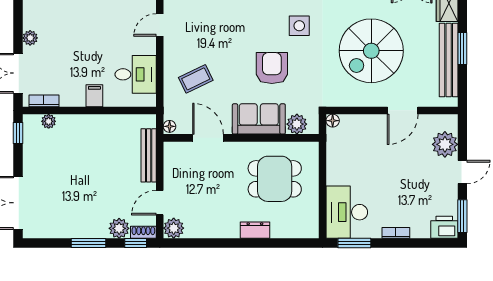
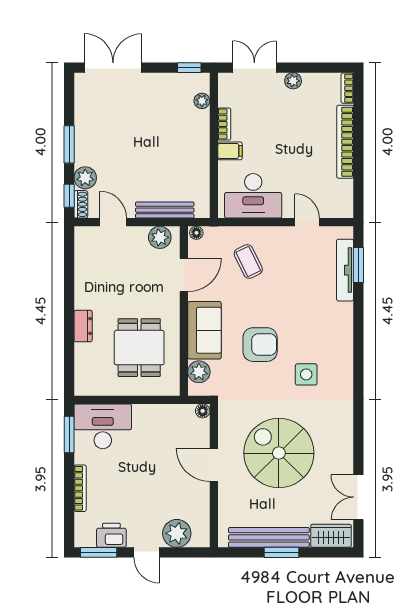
desk: (136, 74) -> (253, 196), width x1.37
bookcase: (44, 101) -> (224, 124), moved
door: (403, 110) -> (214, 465), moved
printer: (444, 227) -> (111, 535), moved, turned -90
plant: (174, 228) -> (160, 237), moved
bookcase: (396, 233) -> (80, 488), width x1.56

